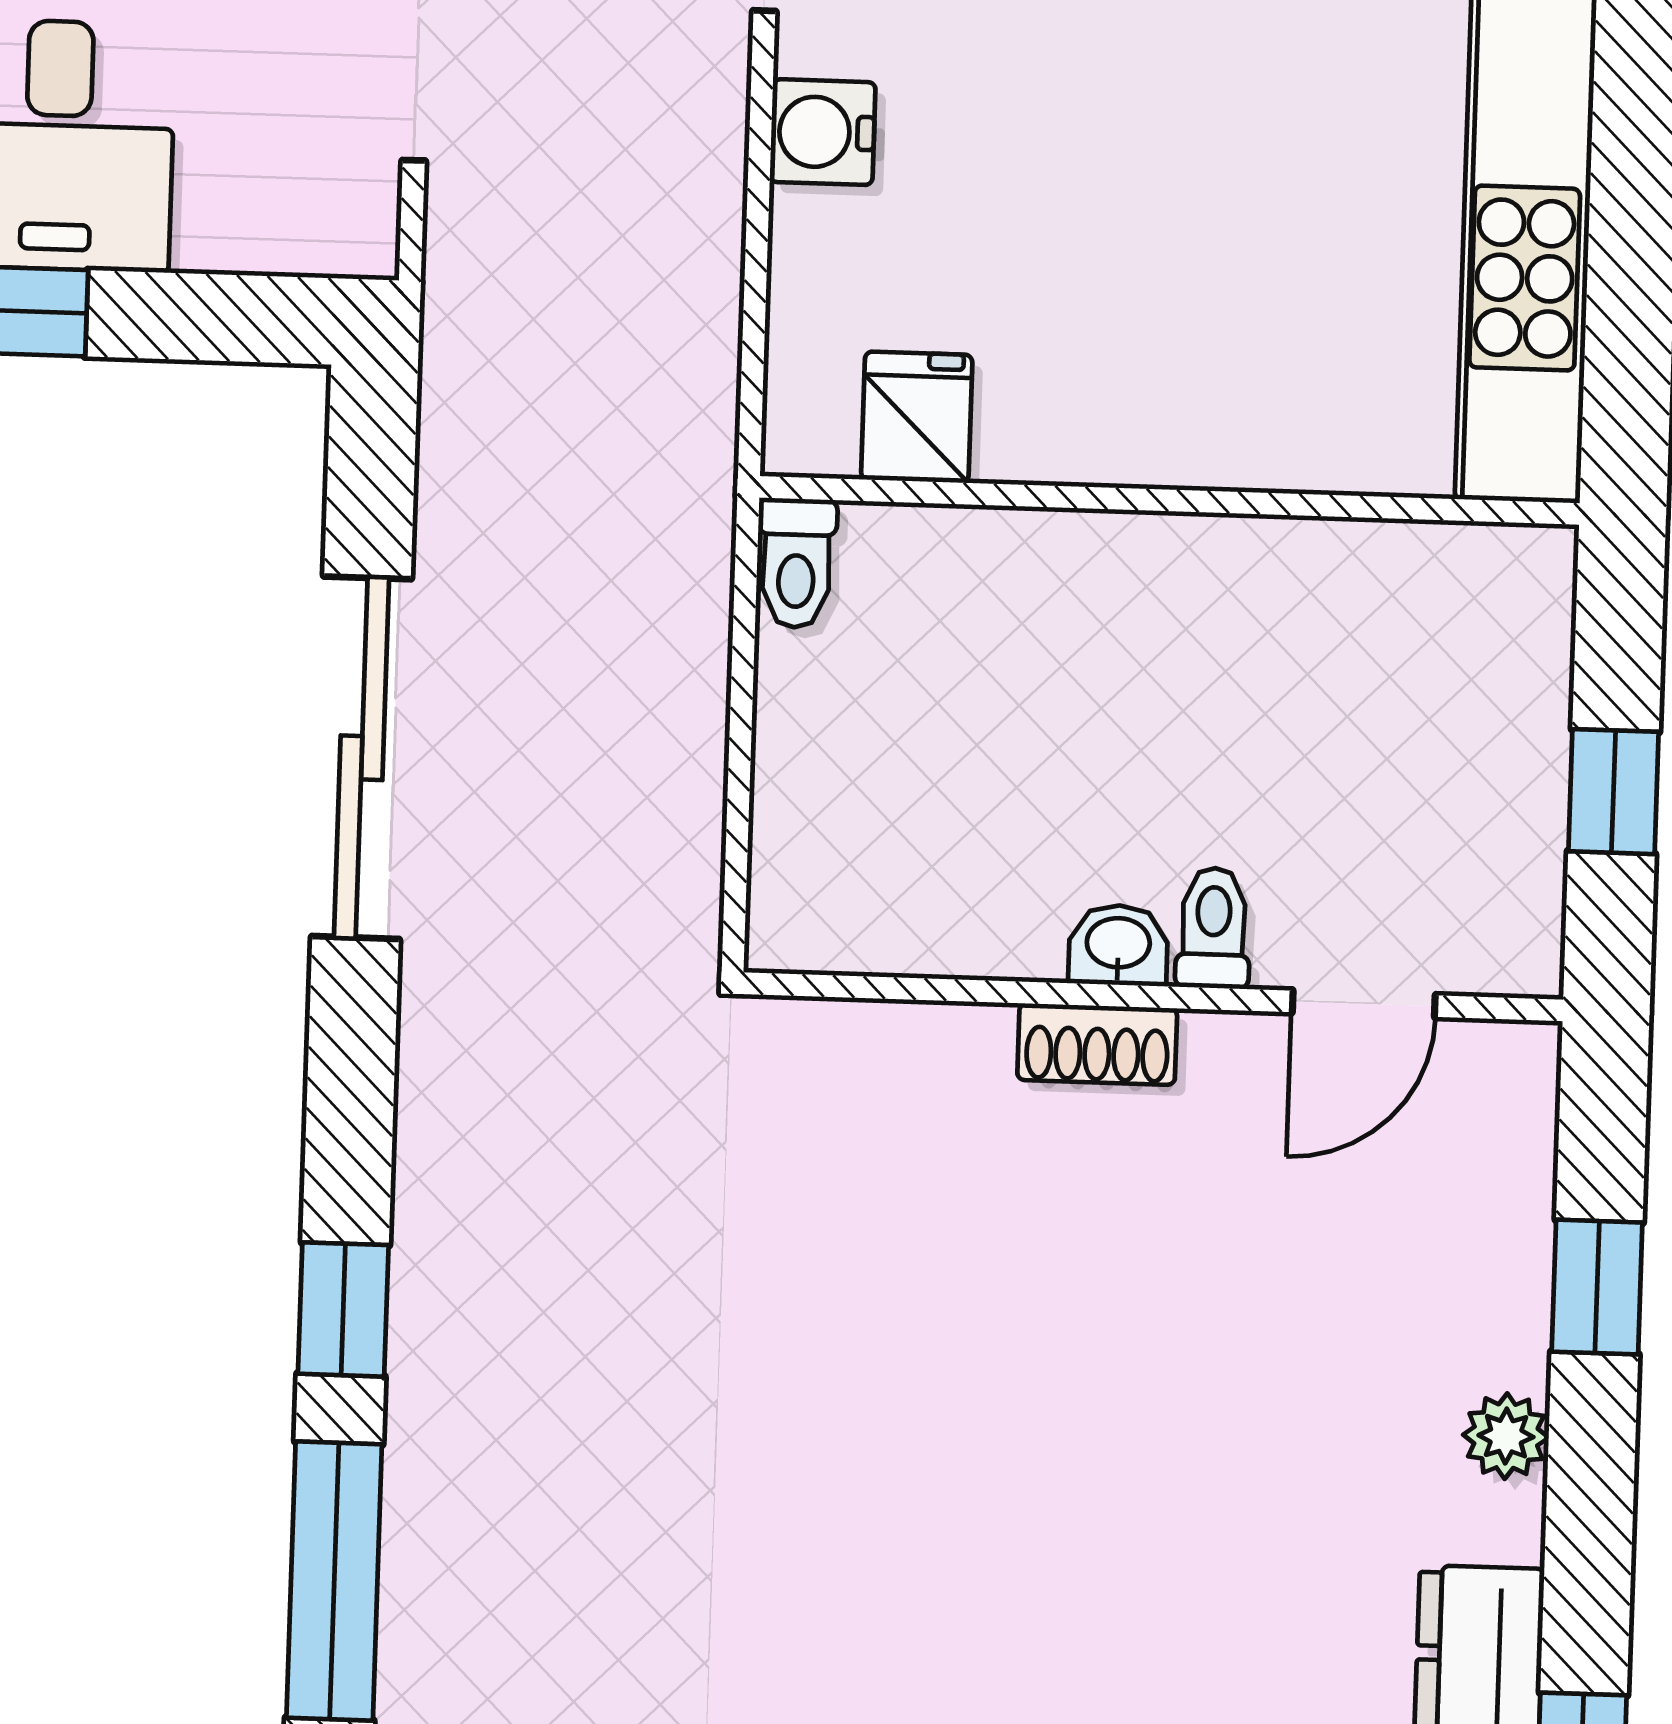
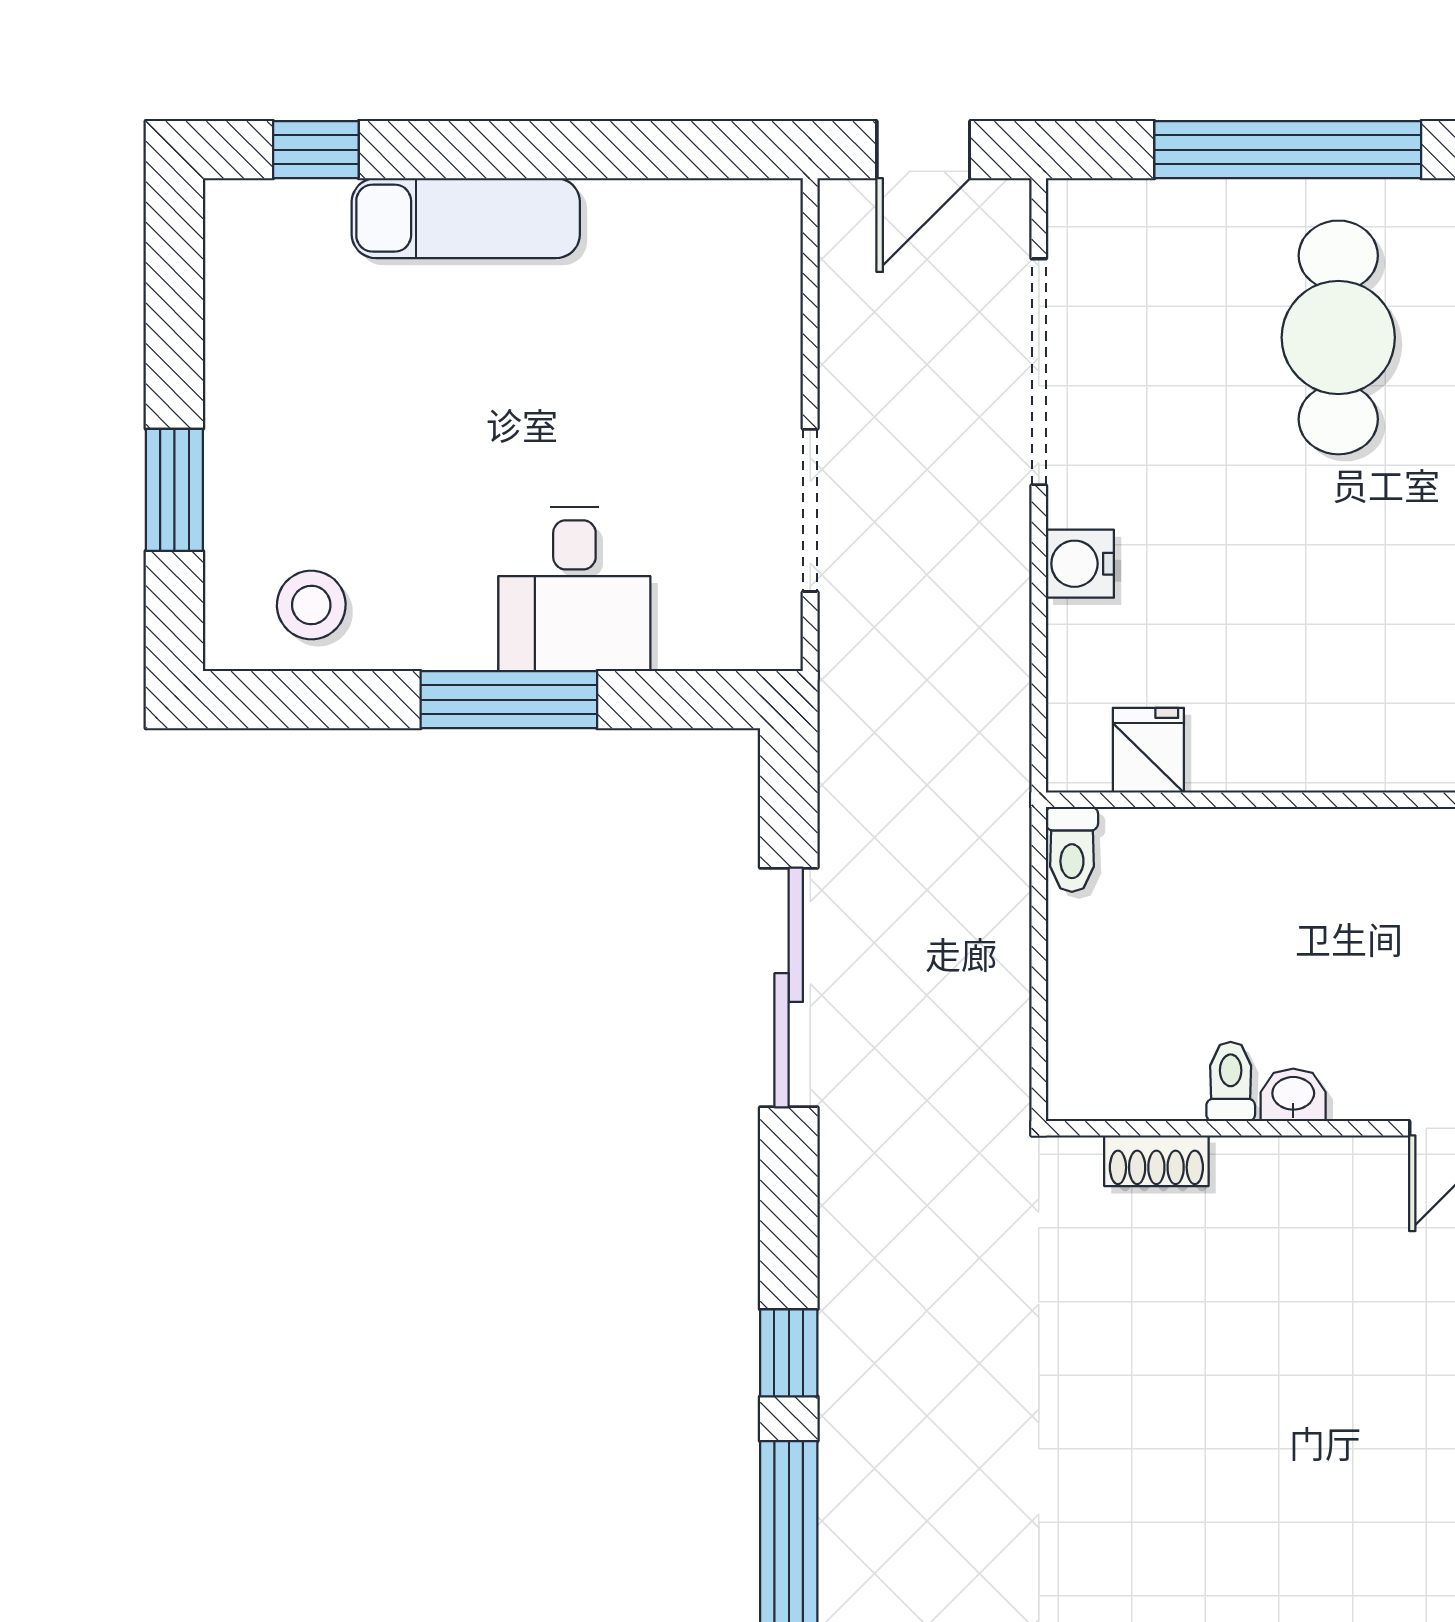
toilet: (1213, 928) -> (1231, 1081), moved
shoe rack: (1097, 1044) -> (1156, 1161), moved

